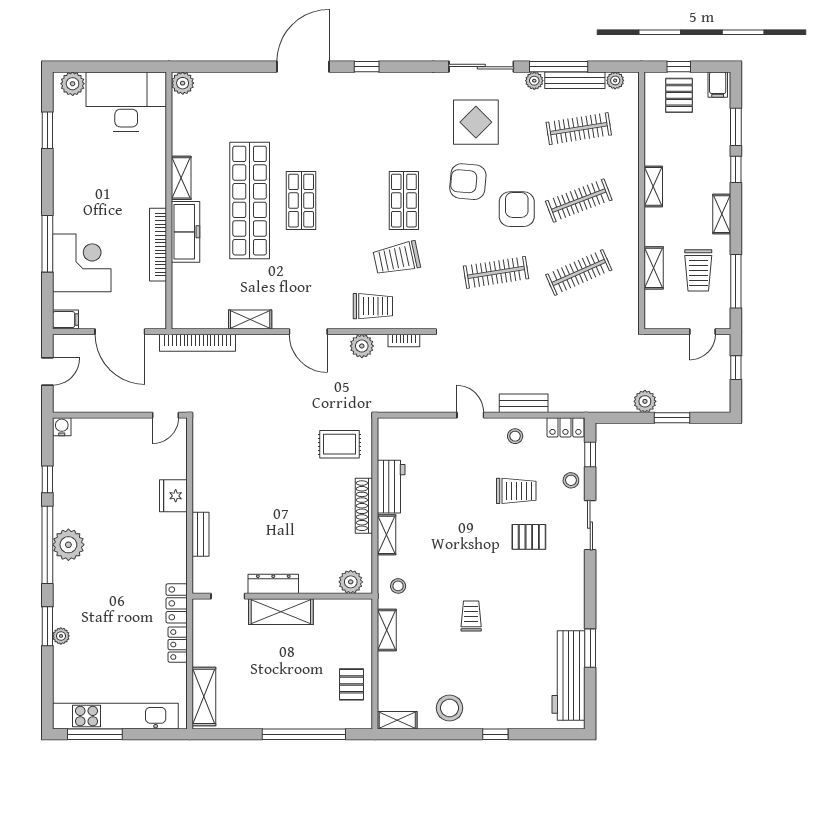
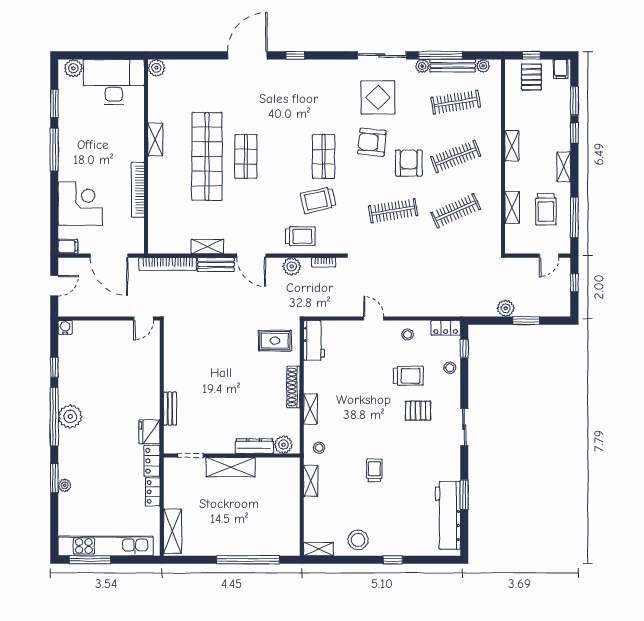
freezer: (185, 232) -> (159, 180), removed
window: (47, 244) -> (54, 149), moved
bench: (524, 403) -> (216, 265), moved
workbench: (391, 487) -> (314, 340), moved
fridge: (173, 496) -> (149, 432), moved
sliding door: (590, 525) -> (464, 427), moved
dresser: (273, 584) -> (254, 446), moved
pallet: (352, 684) -> (284, 522), removed

